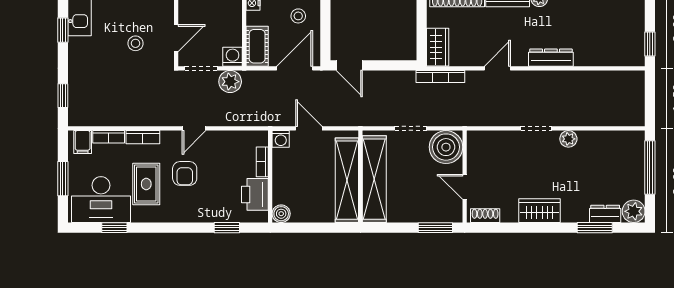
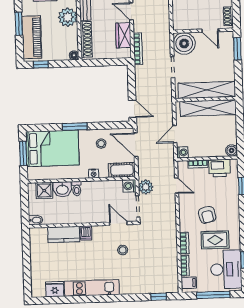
window: (63, 30) -> (116, 298), removed
wardrobe: (438, 47) -> (123, 35), moved, turned -90
door: (349, 65) -> (132, 109), hinge flipped
door: (194, 128) -> (177, 186), moved
armchair: (185, 173) -> (207, 215), turned 77
window: (63, 179) -> (213, 295), width x1.44
door: (465, 187) -> (210, 30), hinge flipped

